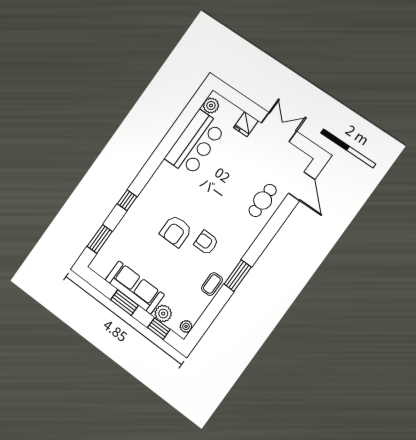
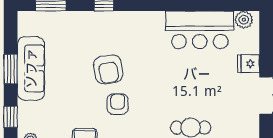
armchair: (176, 231) -> (108, 69), turned -99
plant: (163, 314) -> (27, 111), removed

